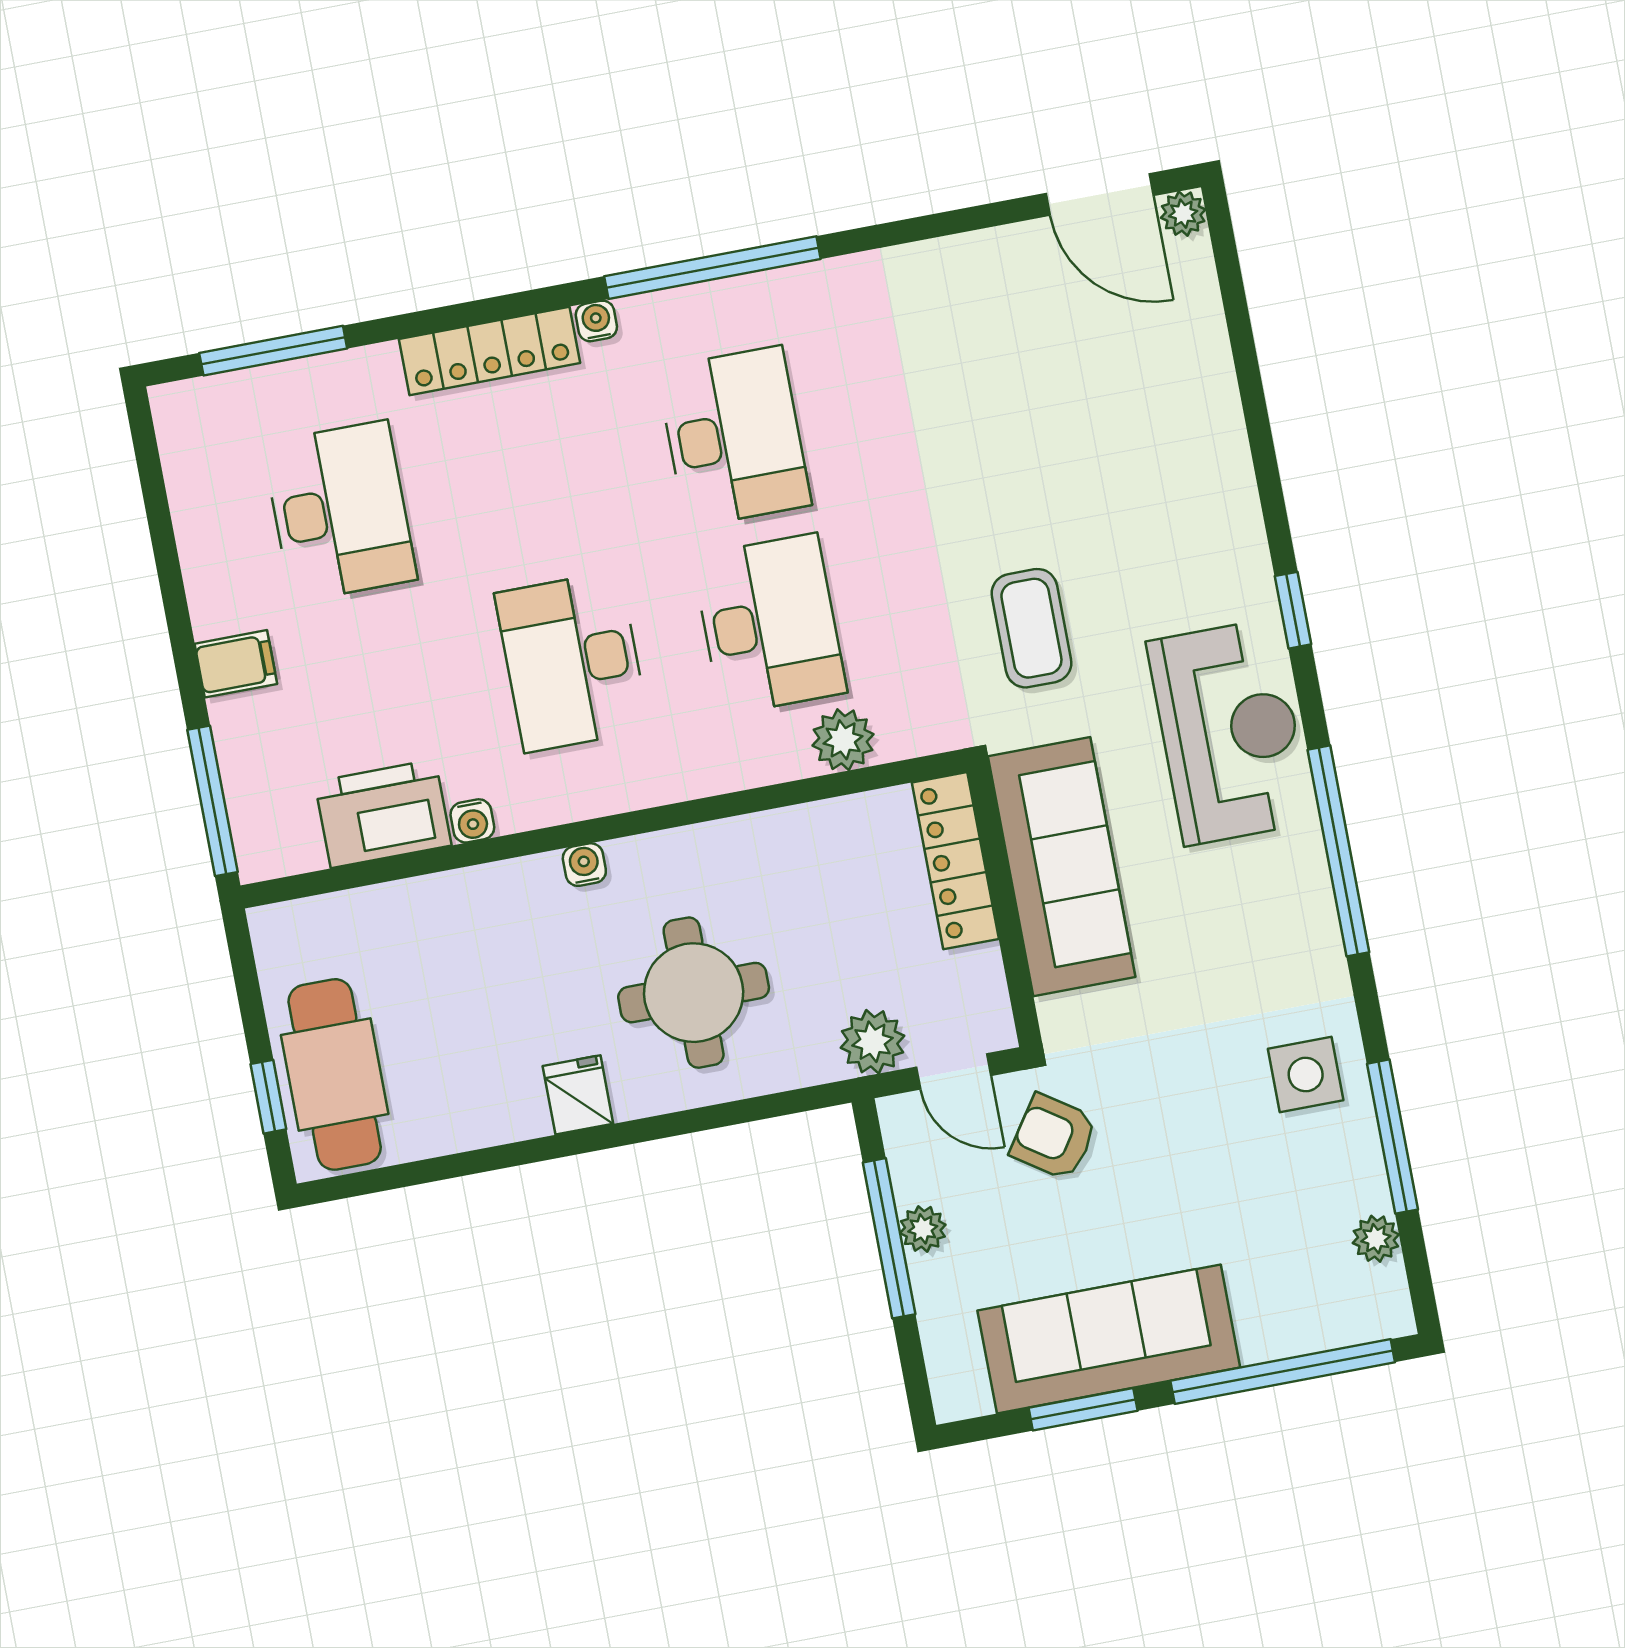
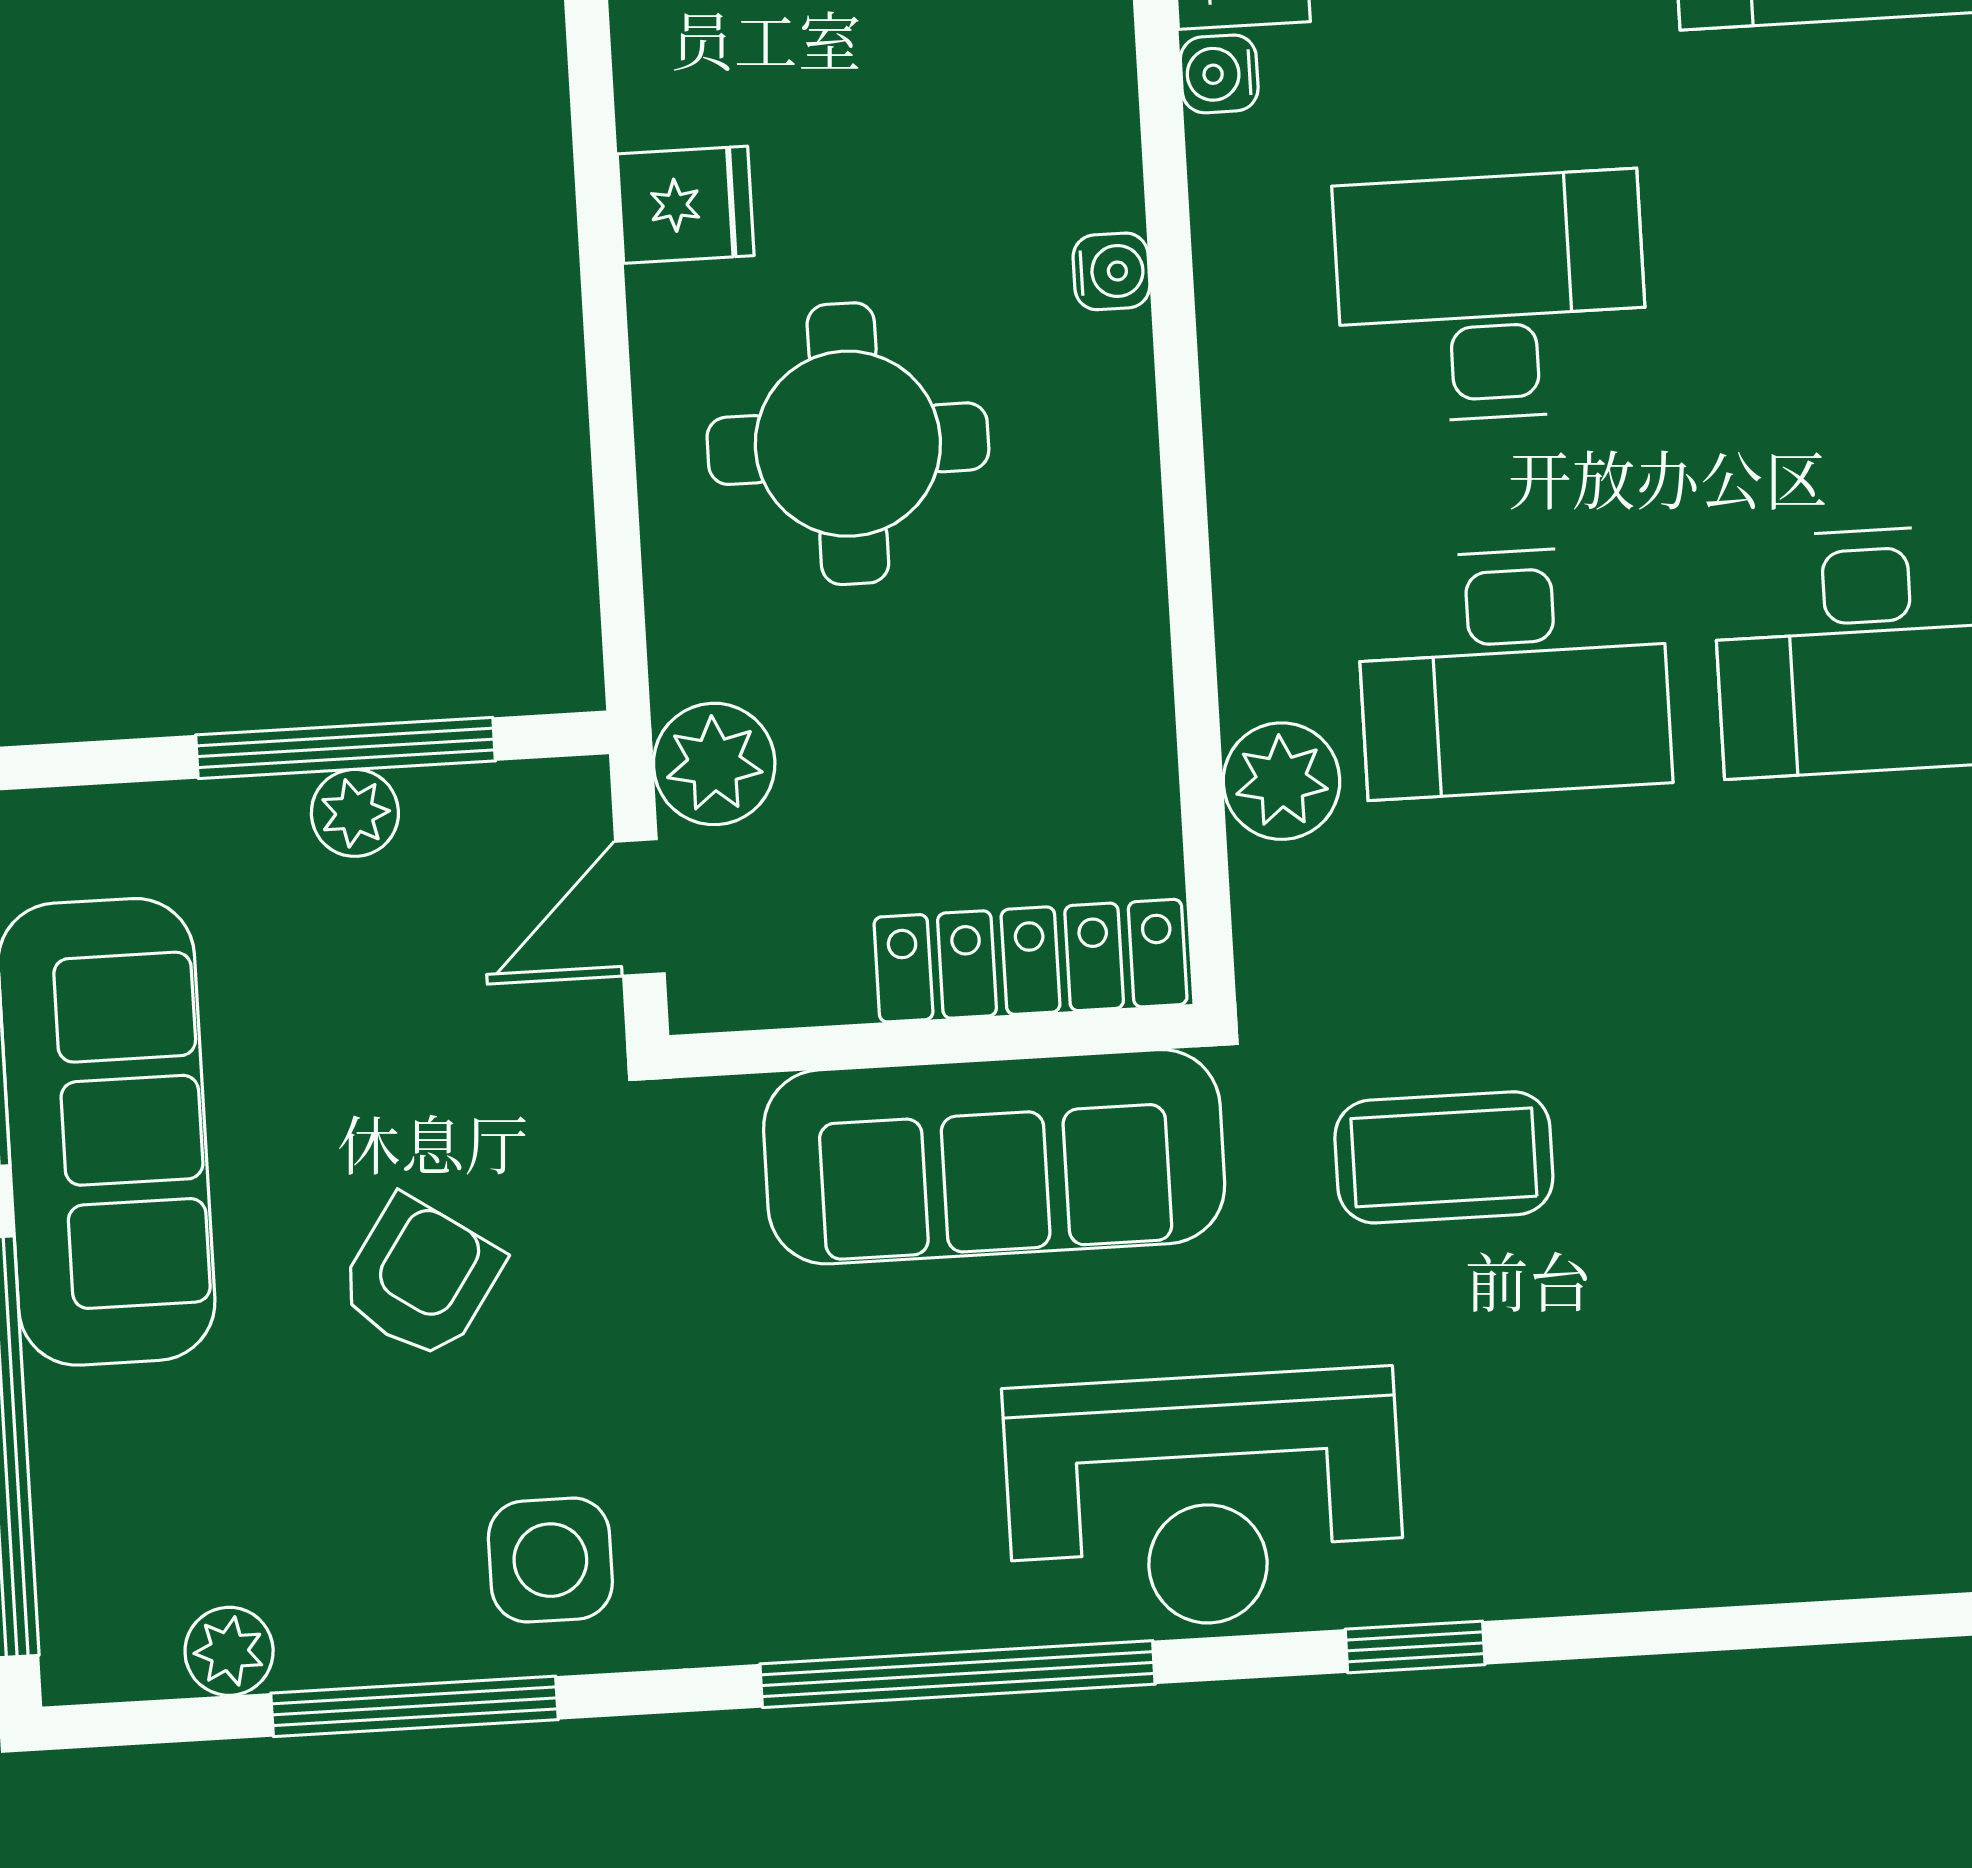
armchair: (1054, 1137) -> (420, 1278), moved

